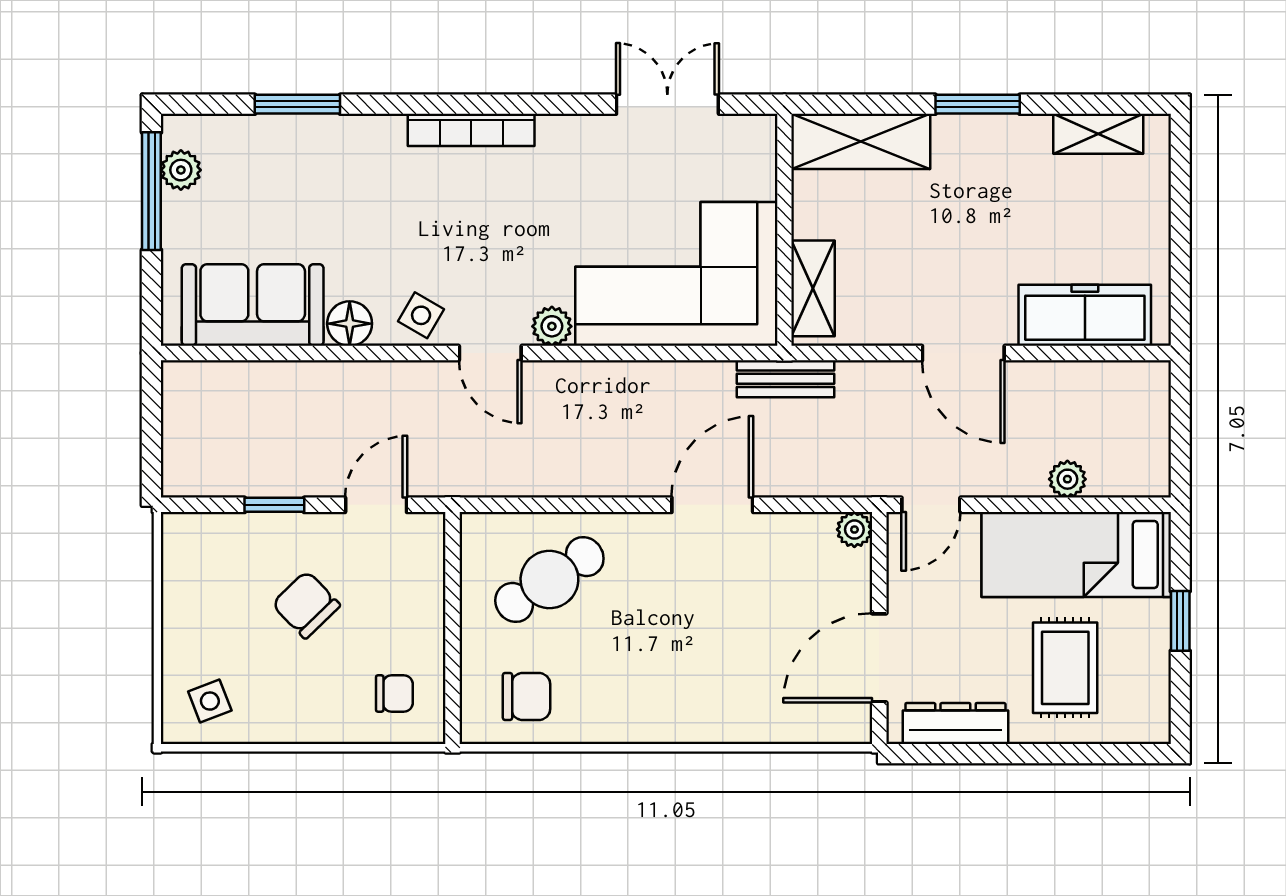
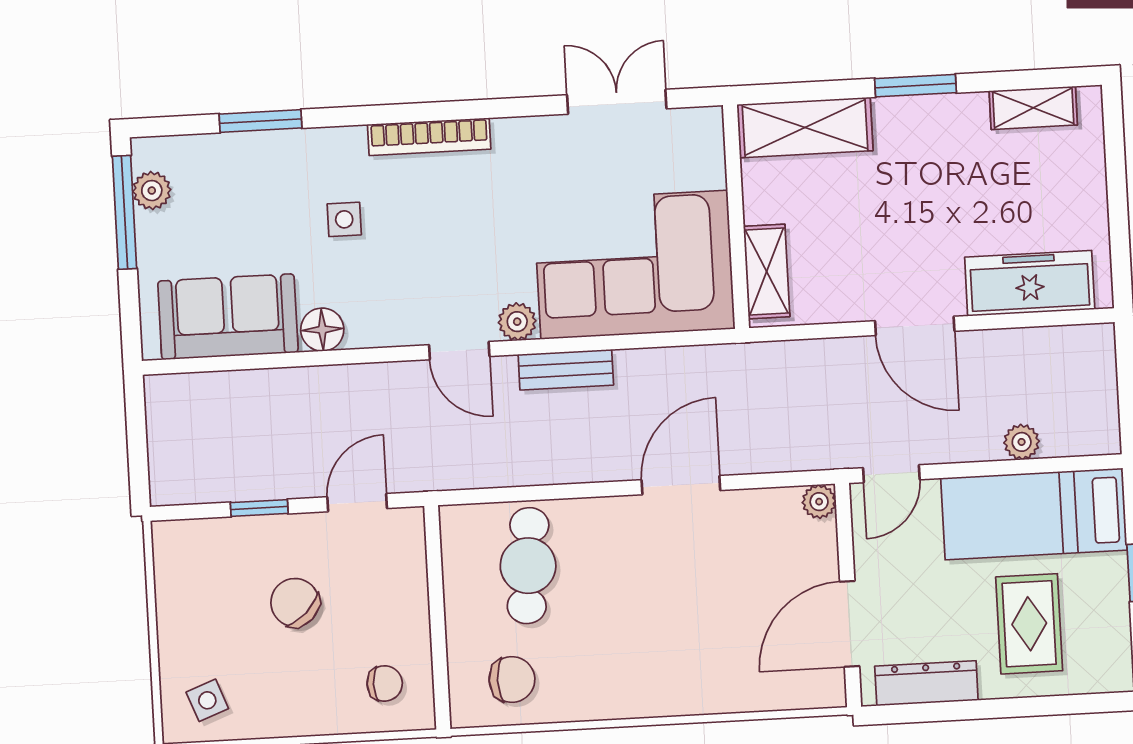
side table: (421, 315) -> (344, 219), moved, turned -30
bench: (786, 379) -> (566, 370), moved
cafe table: (549, 580) -> (528, 566), turned -52

